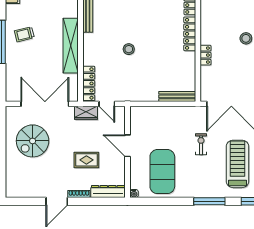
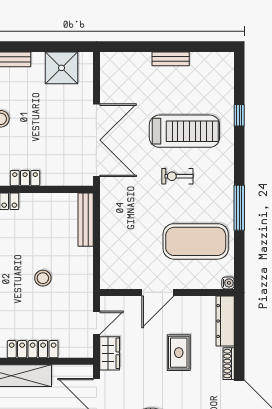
stool: (129, 49) -> (43, 278), moved
locker: (89, 83) -> (33, 349), moved
exercise bike: (201, 144) -> (177, 176), moved
treadmill: (238, 164) -> (184, 131), turned 180
window: (209, 201) -> (239, 208), moved

